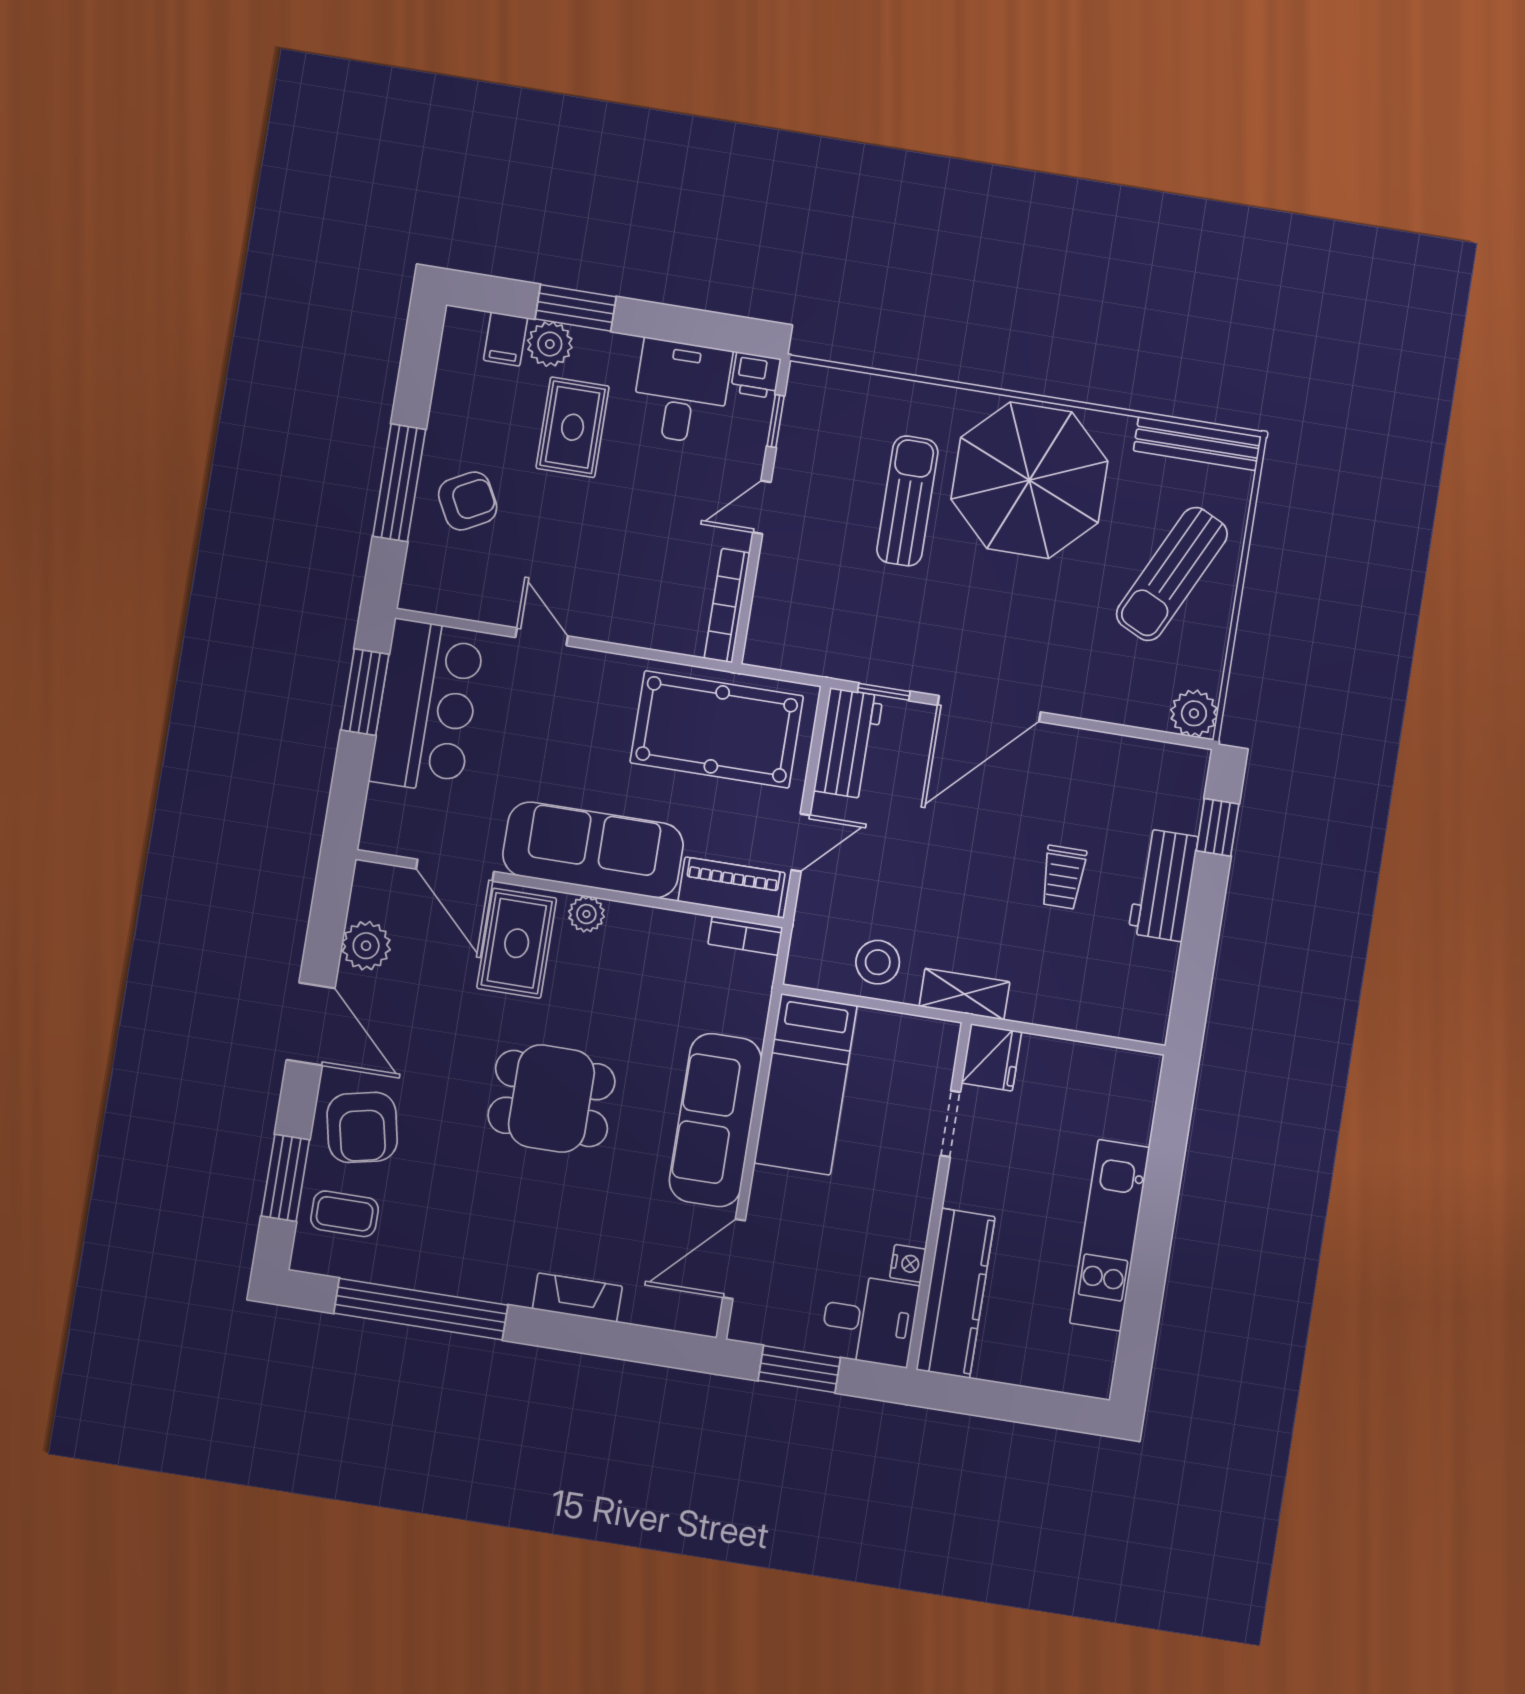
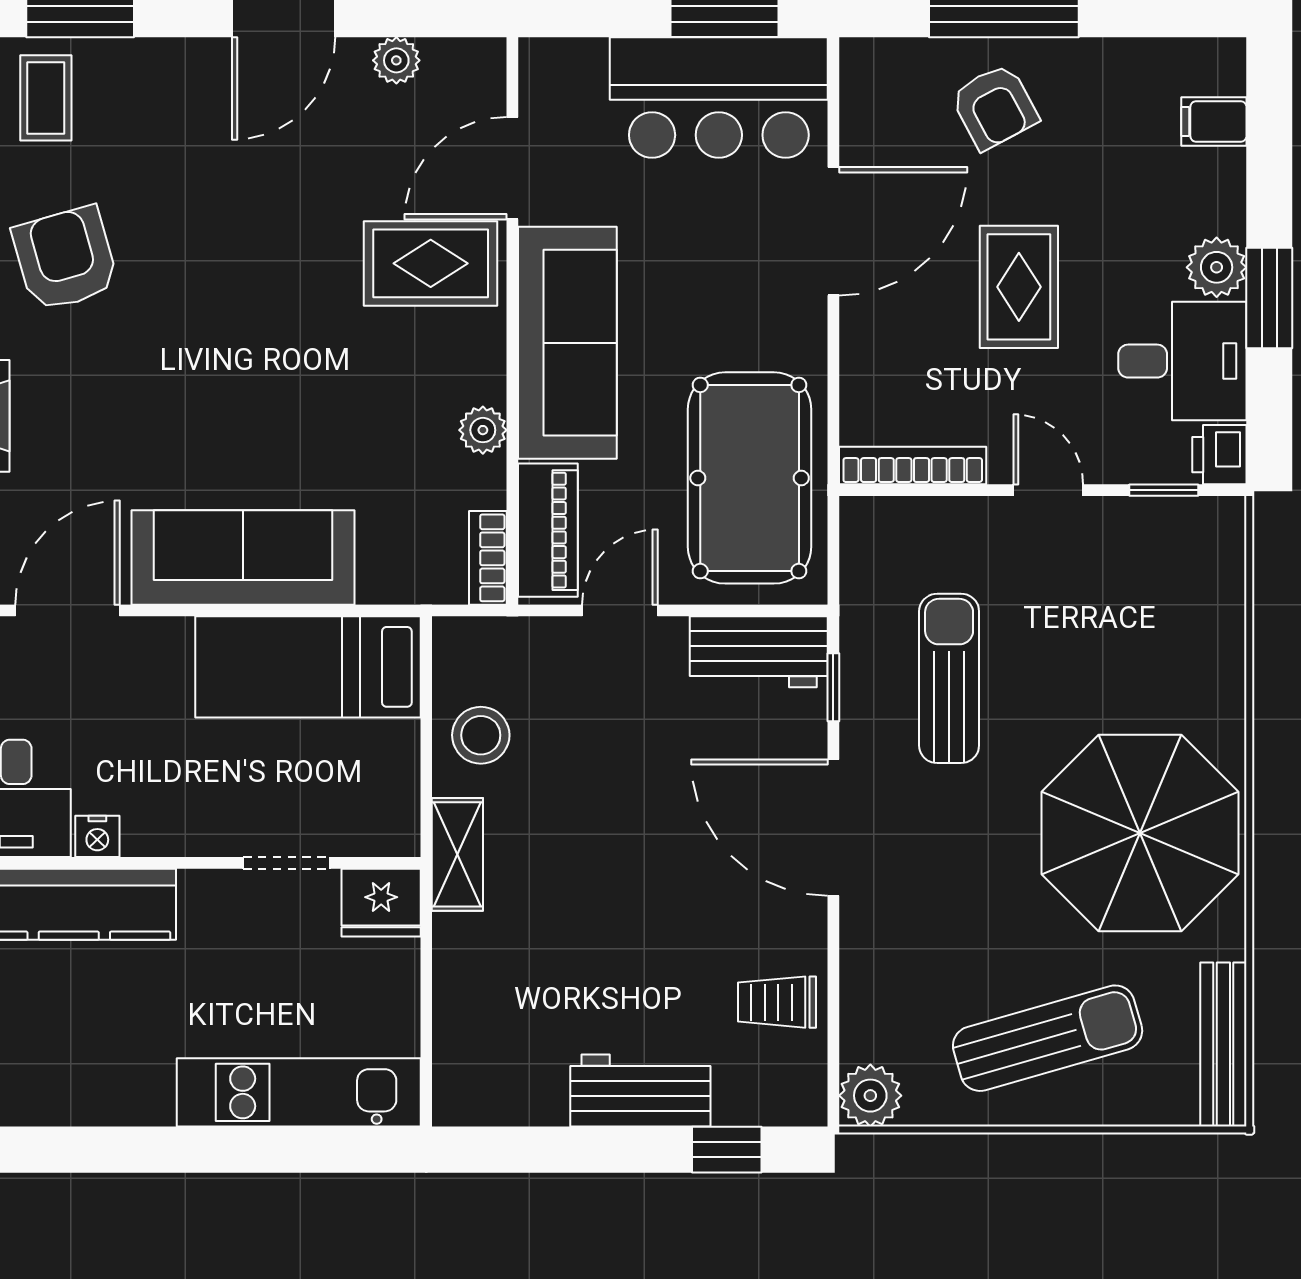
window: (576, 308) -> (1269, 298), moved
plant: (550, 344) -> (1217, 267), moved
rug: (573, 427) -> (1019, 287), moved, turned 90
sun lounger: (907, 501) -> (949, 678), moved, turned -90
sun lounger: (1172, 574) -> (1048, 1038), turned 138
door: (542, 637) -> (833, 231), width x1.88
door: (801, 843) -> (620, 611), swing flipped
trolley: (1063, 877) -> (777, 1002), moved
plant: (586, 914) -> (483, 430), moved
plant: (366, 946) -> (396, 60), width x0.73, depth x0.73
dining table: (551, 1098) -> (237, 341), removed
armchair: (362, 1127) -> (65, 259), moved, turned 86
kitchen unit: (1110, 1235) -> (299, 1092), moved
door: (734, 1259) -> (68, 611), hinge flipped

